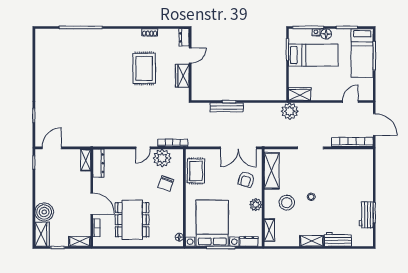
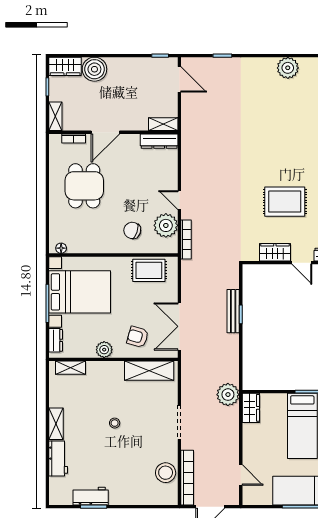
plant: (43, 66) -> (288, 68), added
stool: (287, 203) -> (166, 473), moved
dining table: (132, 220) -> (84, 186), width x0.73

